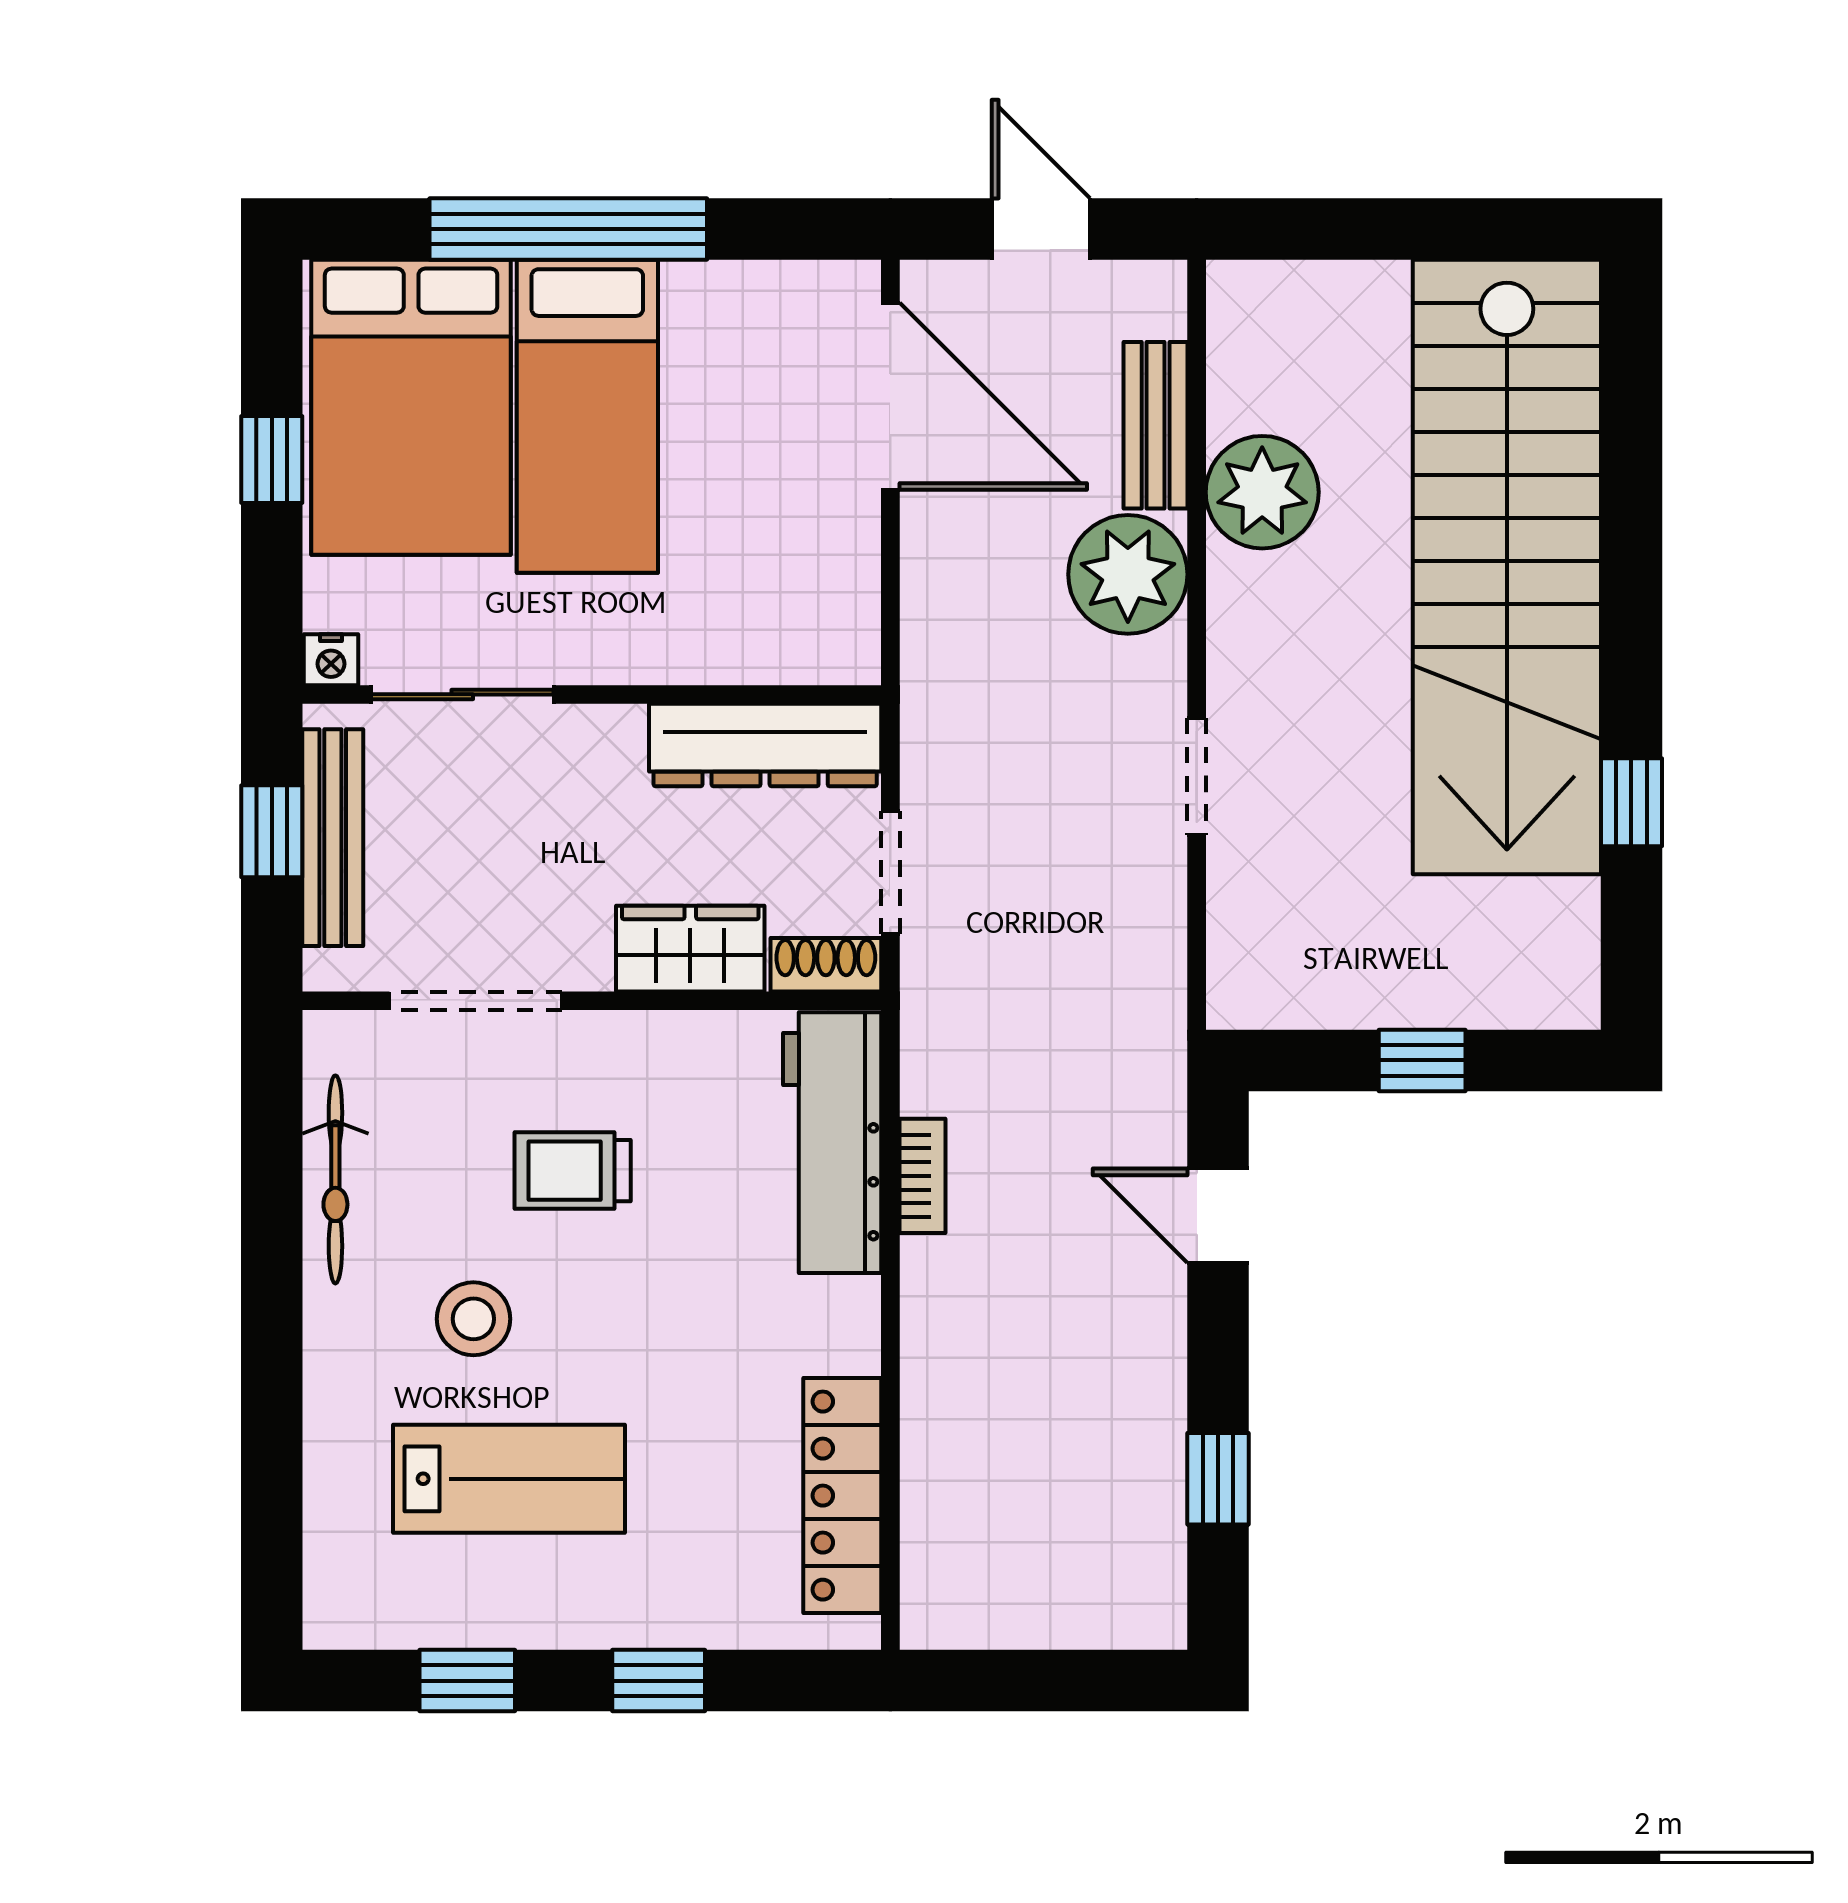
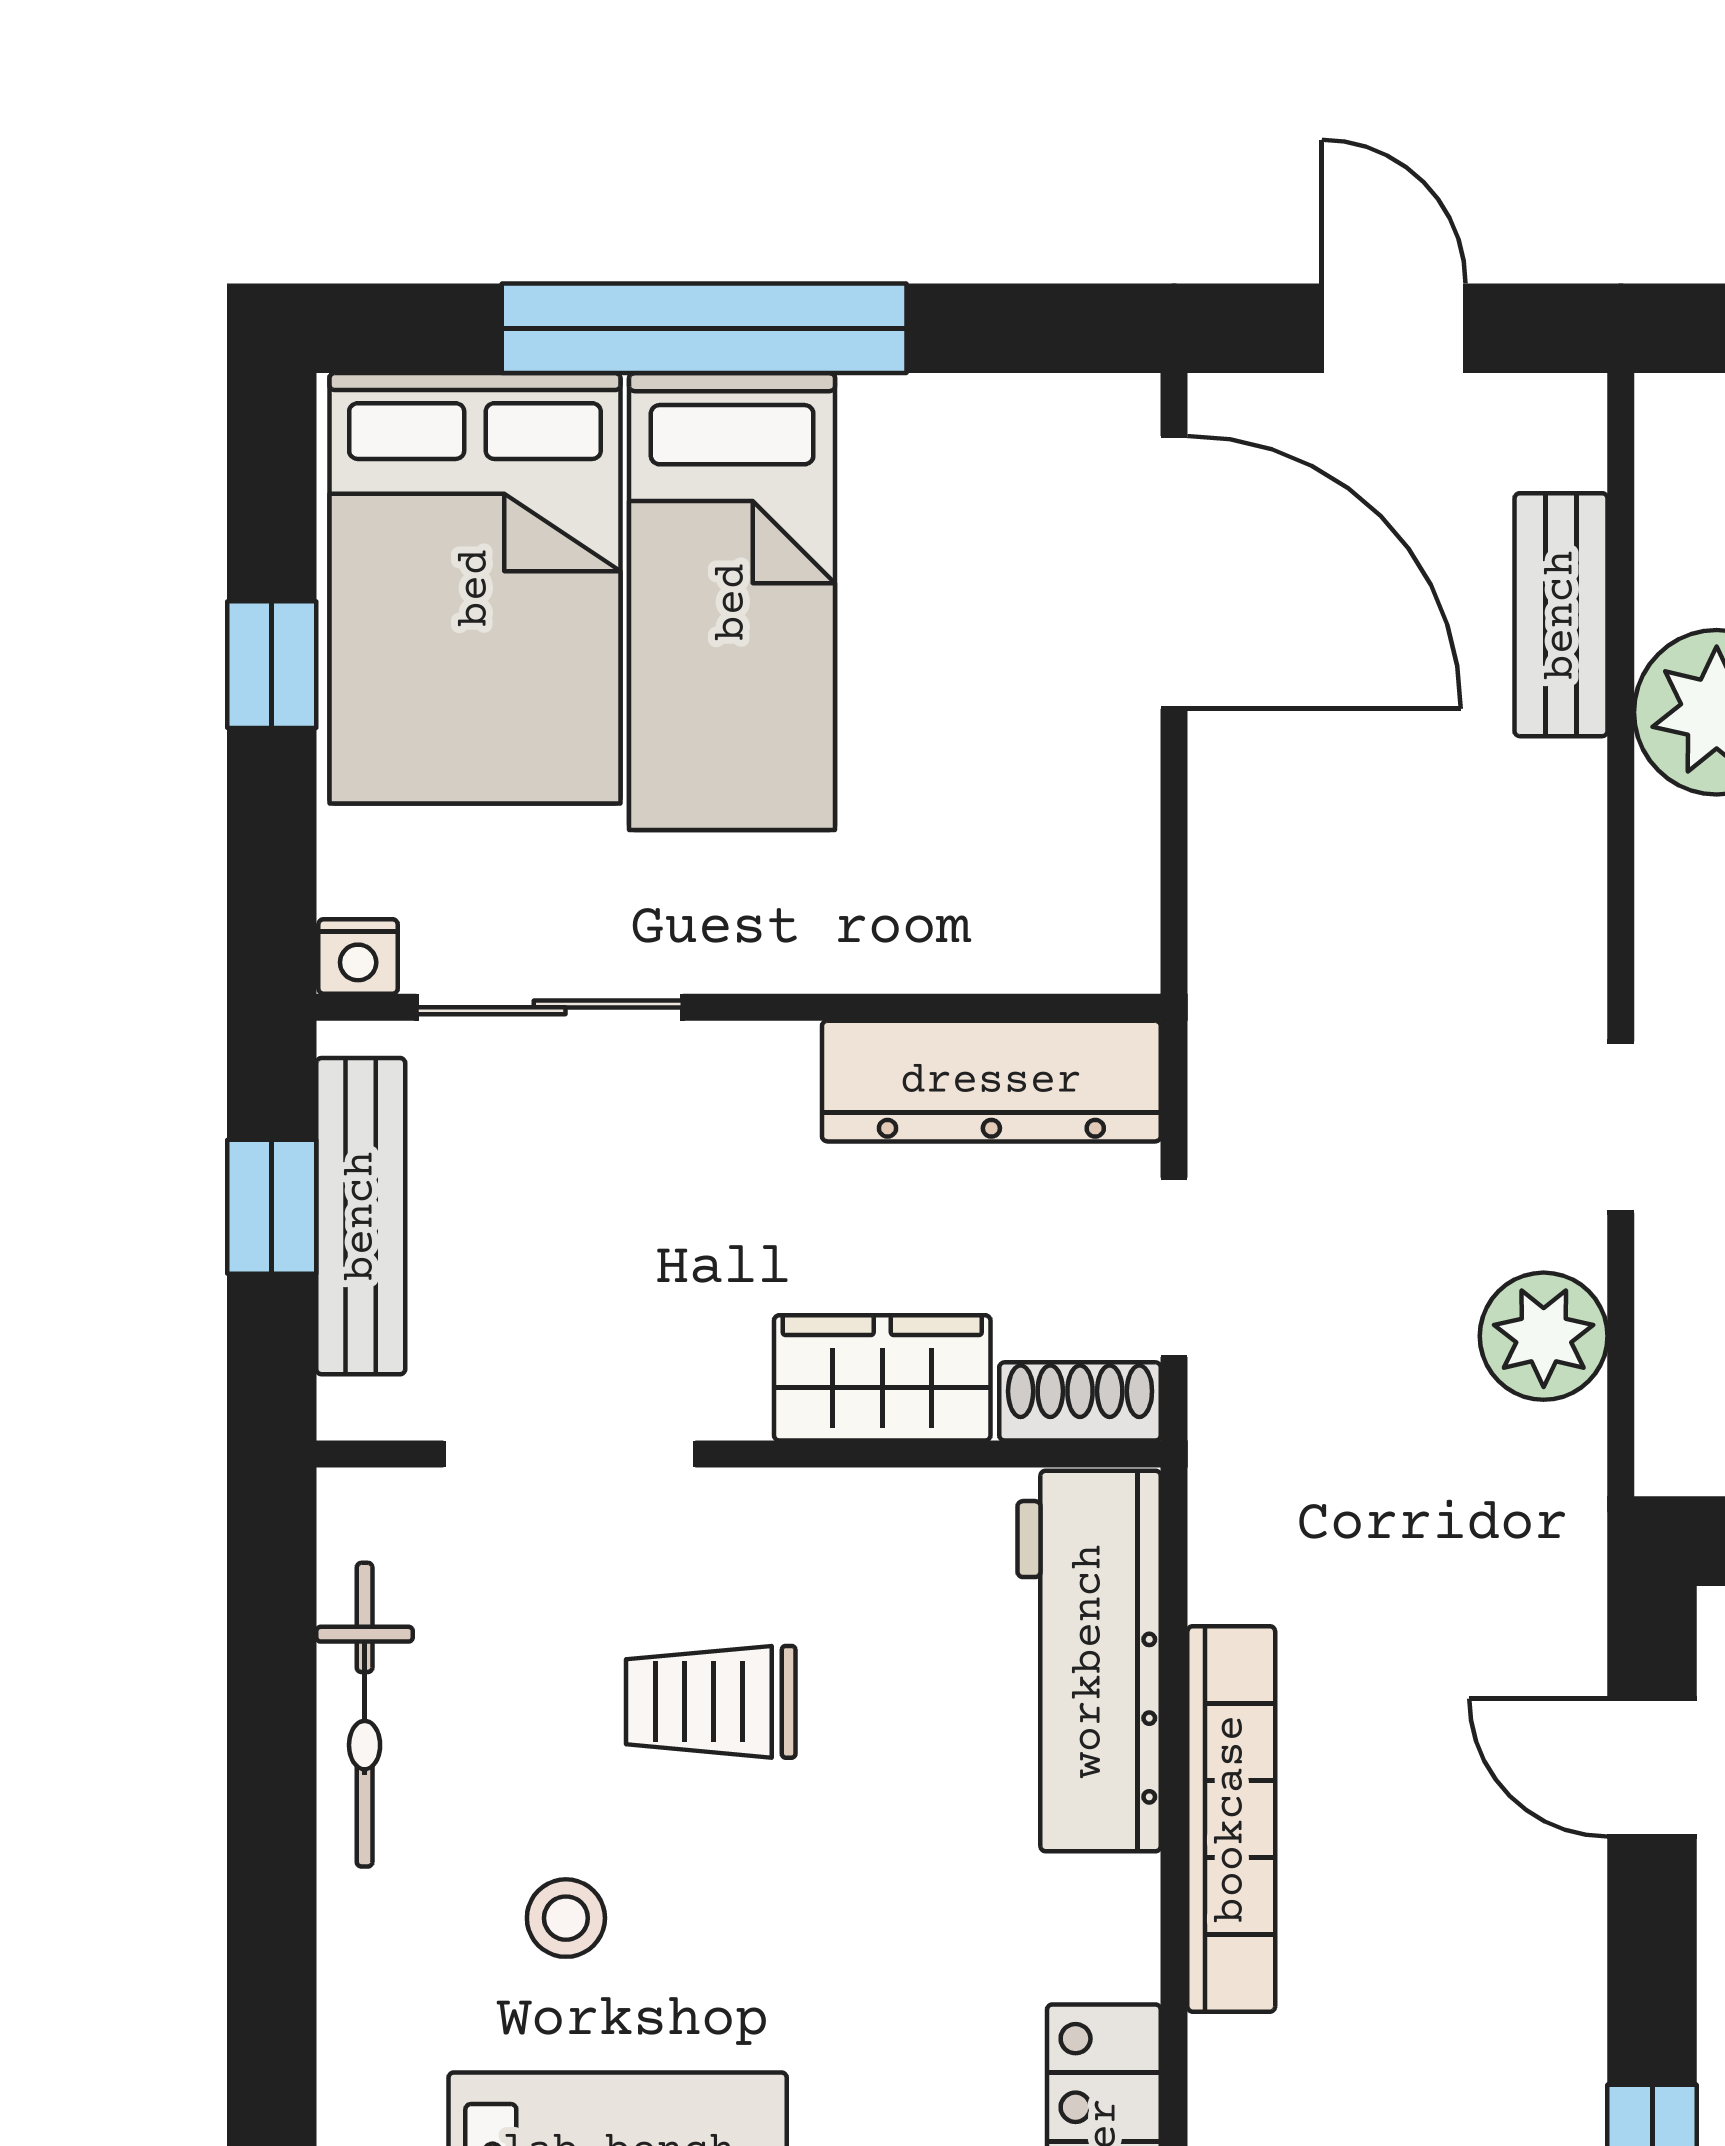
plant: (1128, 574) -> (1544, 1336), moved, width x0.73, depth x0.73
bookcase: (922, 1176) -> (1231, 1819), width x2.31, depth x1.31
stool: (473, 1319) -> (566, 1918), width x0.73, depth x0.73

